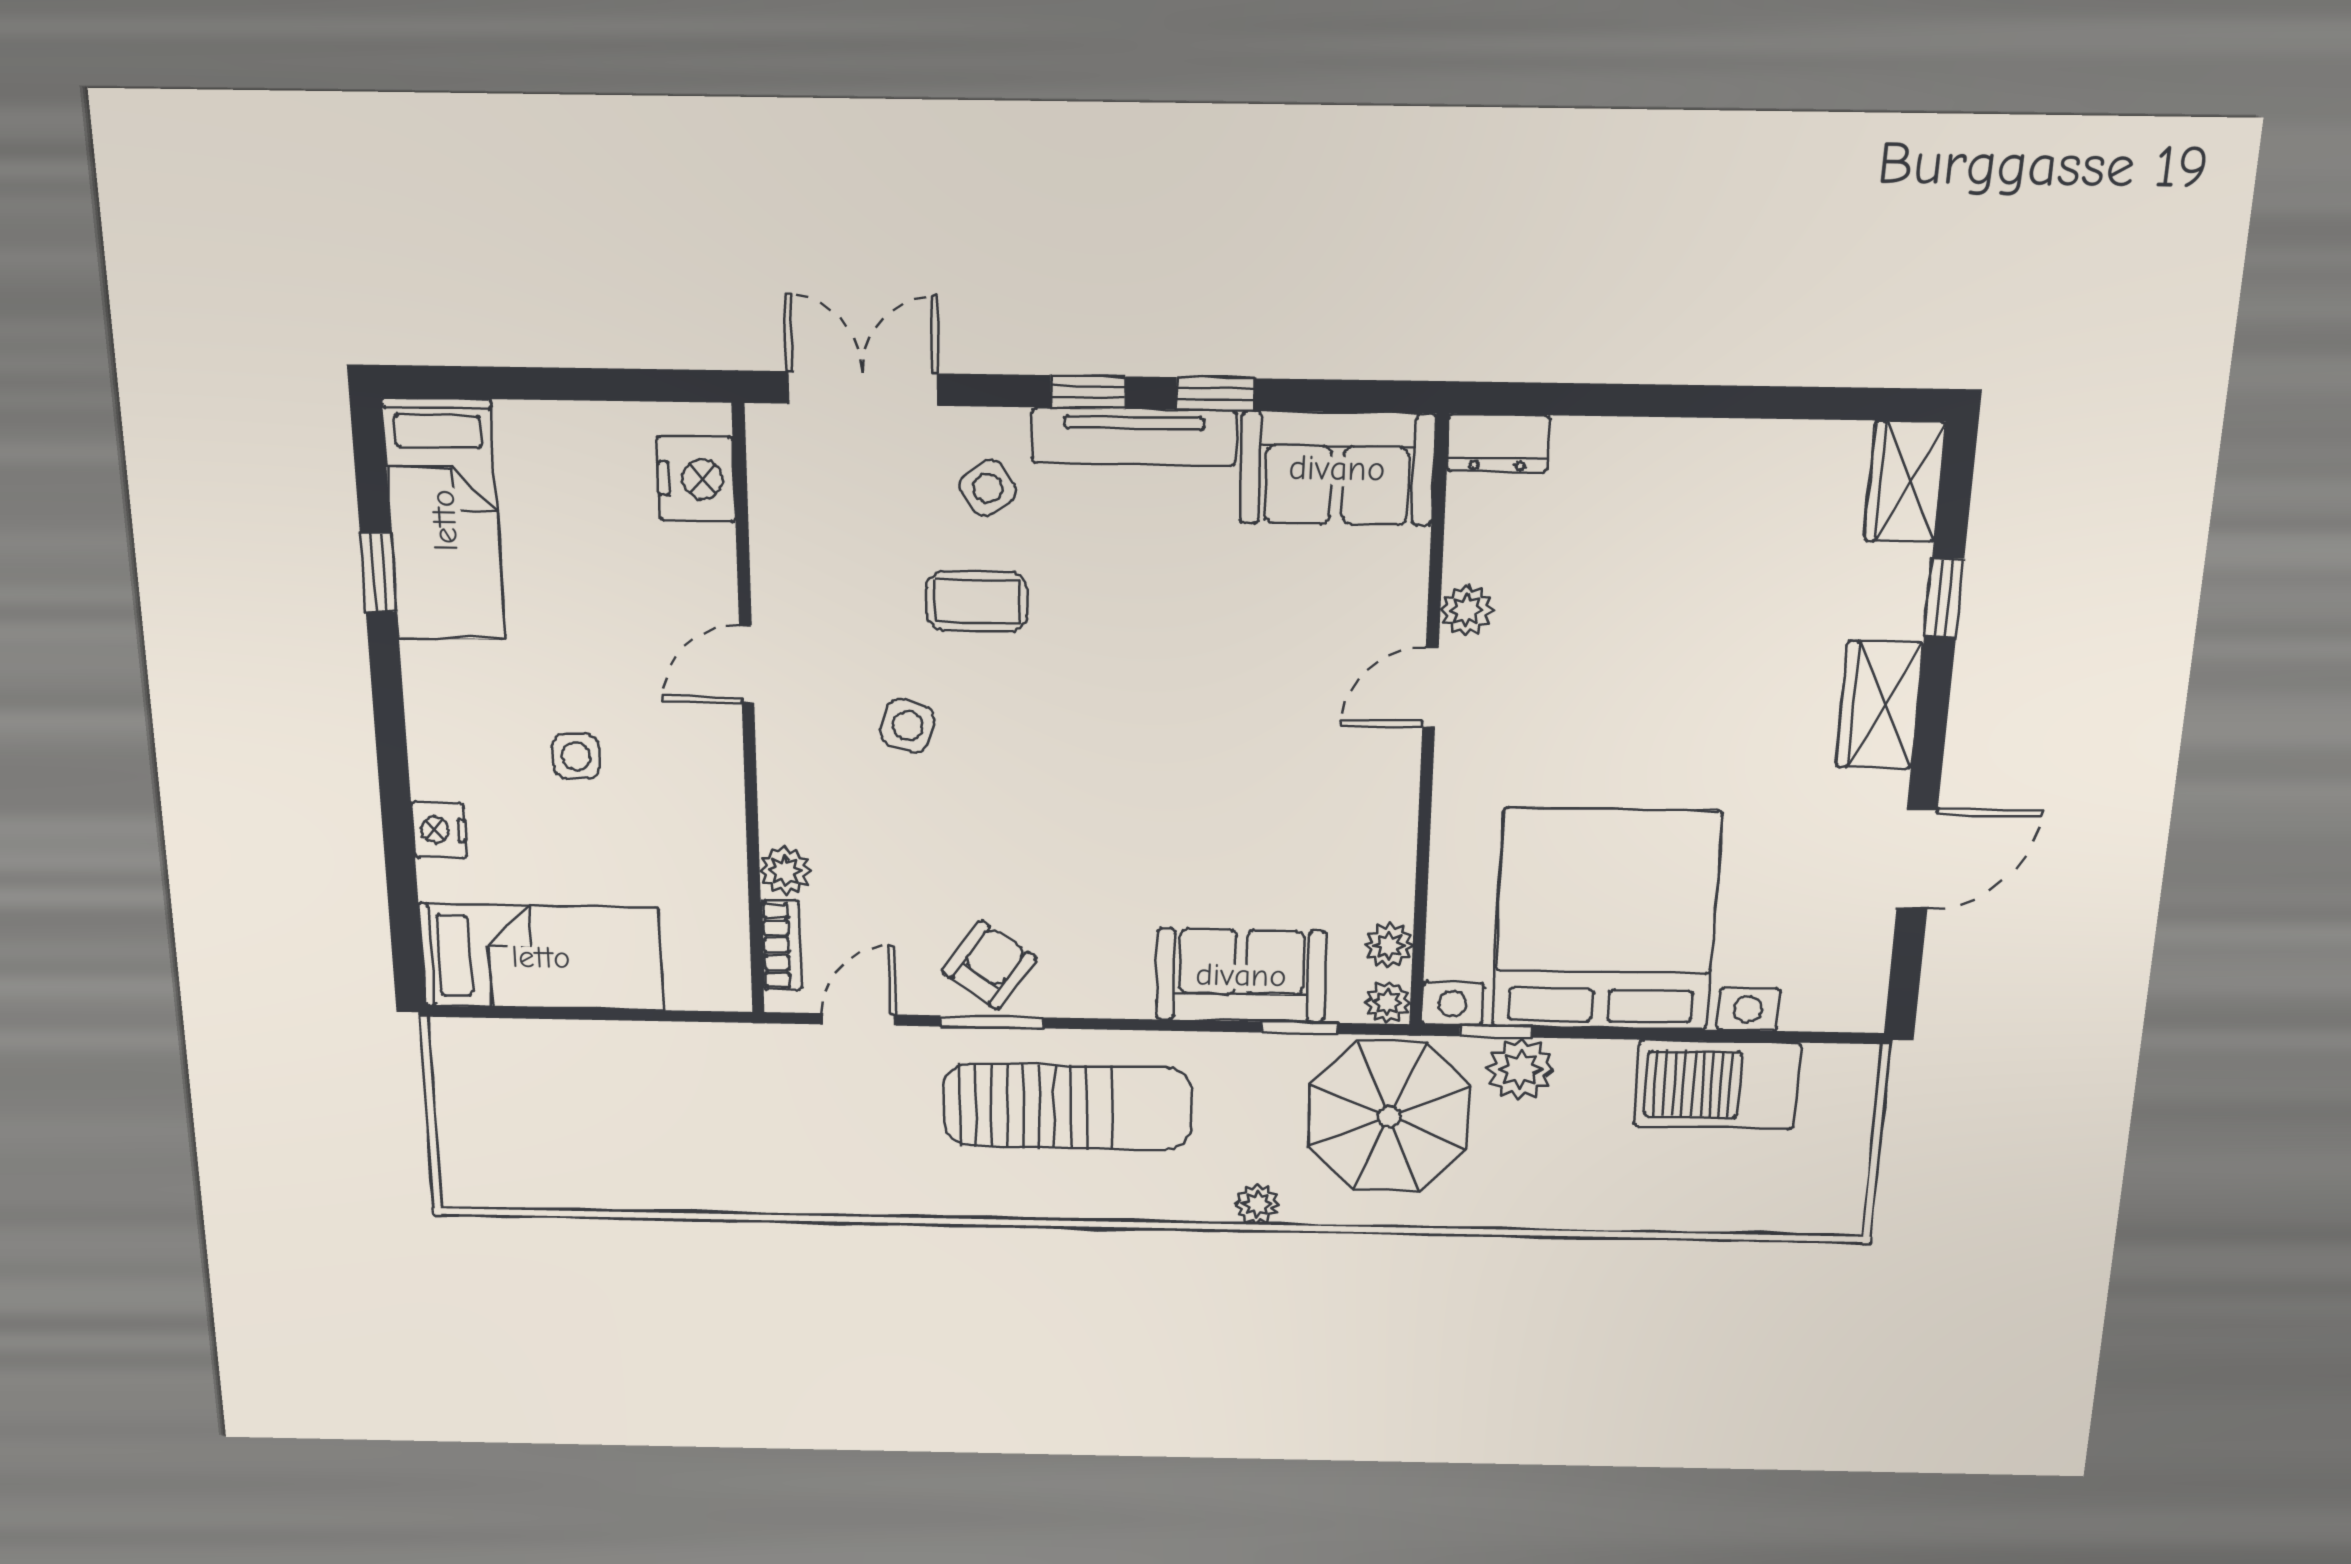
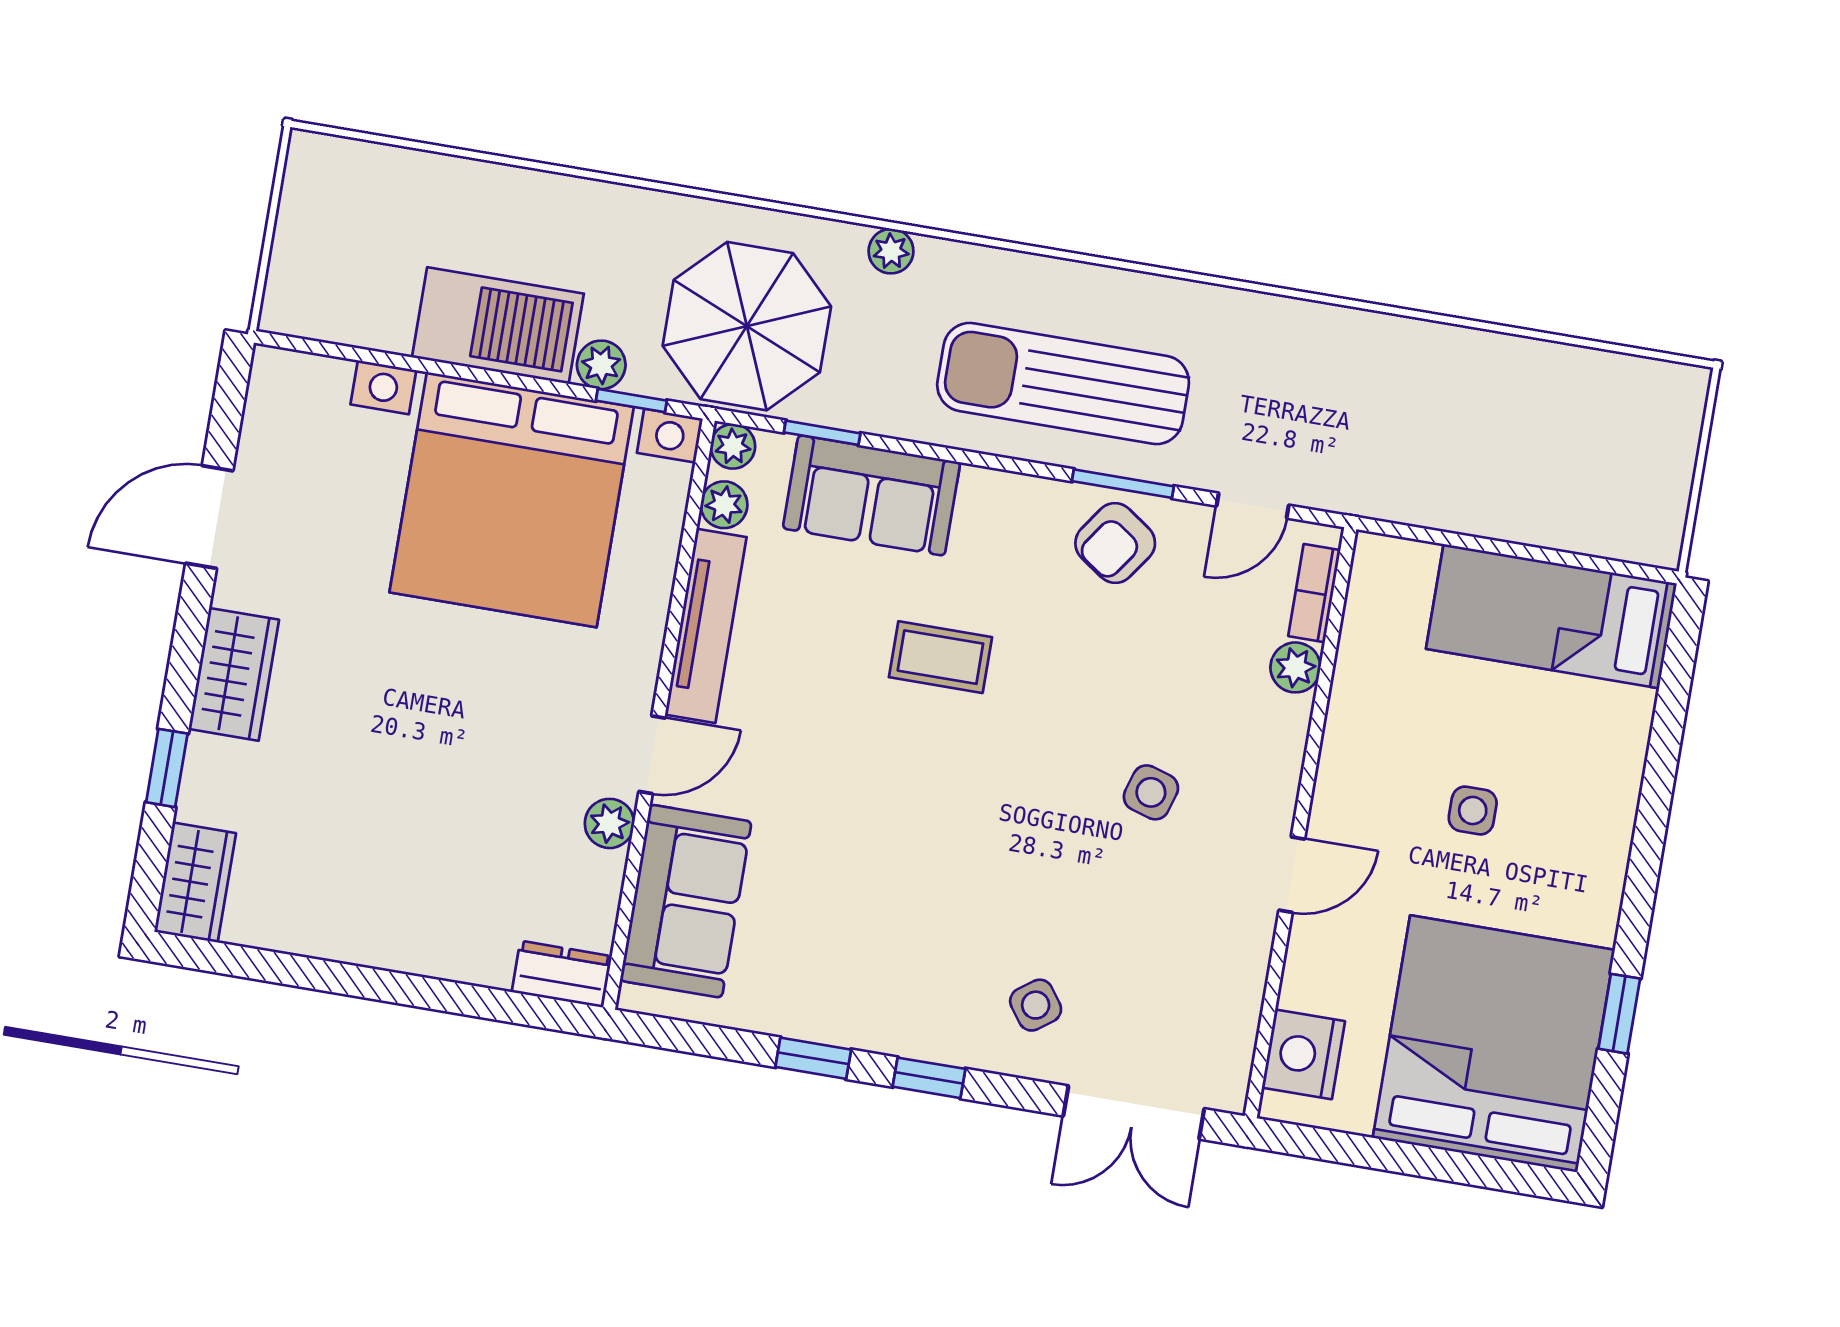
tv unit: (1134, 437) -> (706, 626), moved, turned 90
sofa: (1337, 468) -> (686, 901), moved, turned 90
bed: (444, 520) -> (1494, 1044), width x2.04
coffee table: (977, 601) -> (940, 657), moved
nightstand: (439, 830) -> (1621, 758), removed
plant: (1520, 1069) -> (601, 365), width x0.73, depth x0.73
barbecue: (1717, 1085) -> (498, 325), moved

